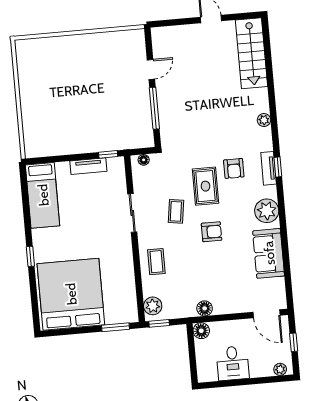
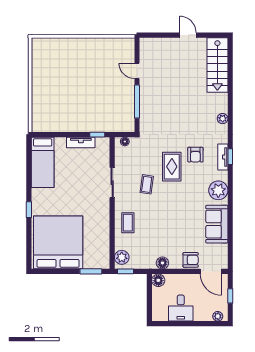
door: (151, 70) -> (137, 71), swing flipped
armchair: (212, 232) -> (191, 260), moved

